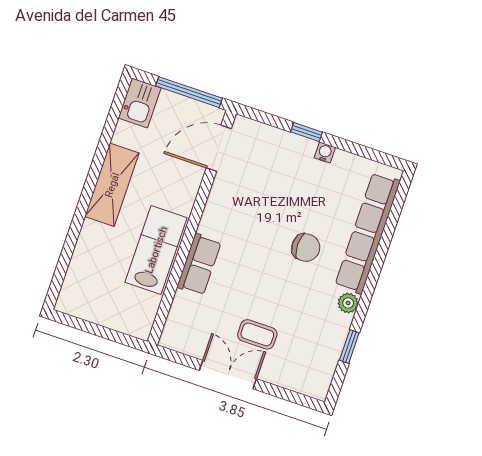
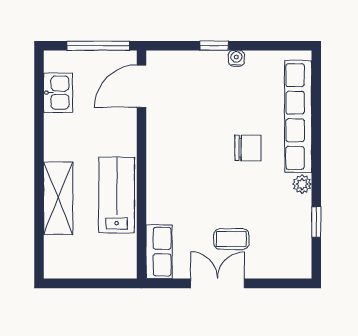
kitchen sink: (140, 103) -> (58, 93), moved
shelving: (112, 185) -> (58, 198), moved
row of seats: (199, 264) -> (159, 252), moved

